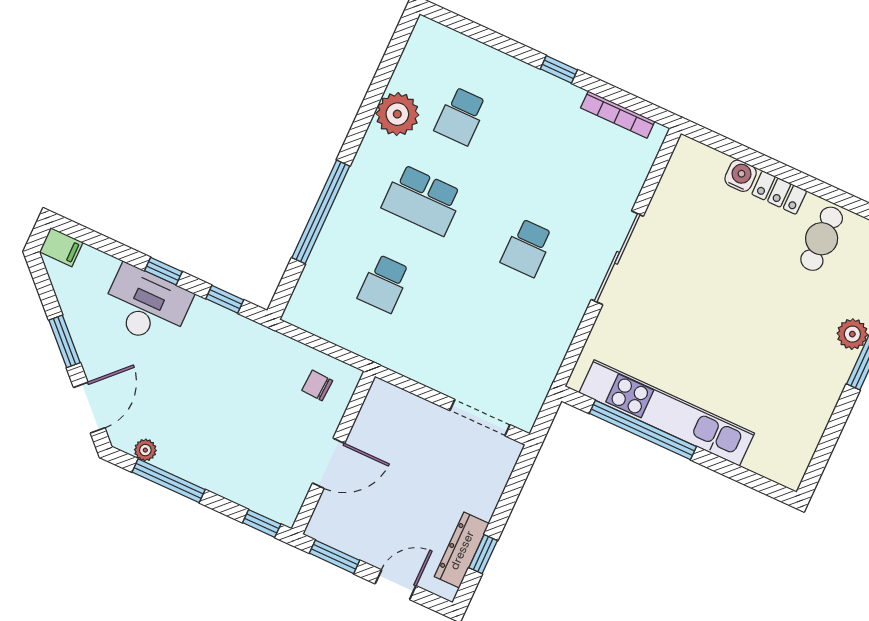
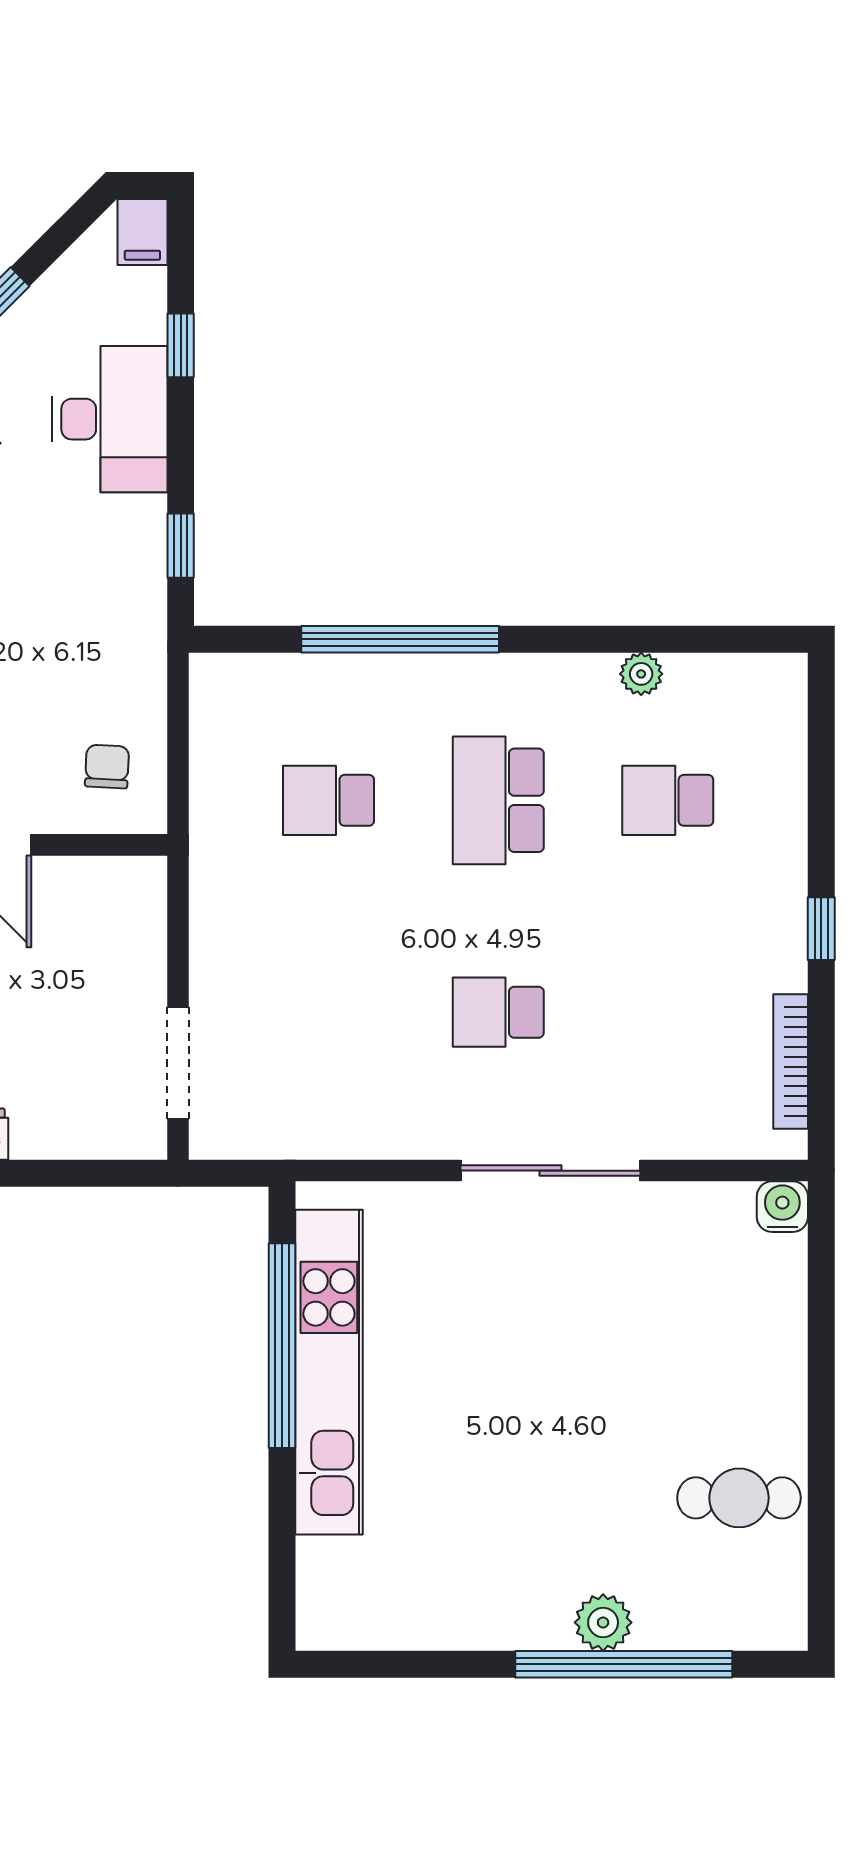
plant: (397, 114) -> (641, 674), width x0.53, depth x0.53
water cooler: (741, 176) -> (782, 1207), moved, turned -90
locker: (779, 193) -> (784, 1392), removed
window: (163, 271) -> (181, 345), moved

